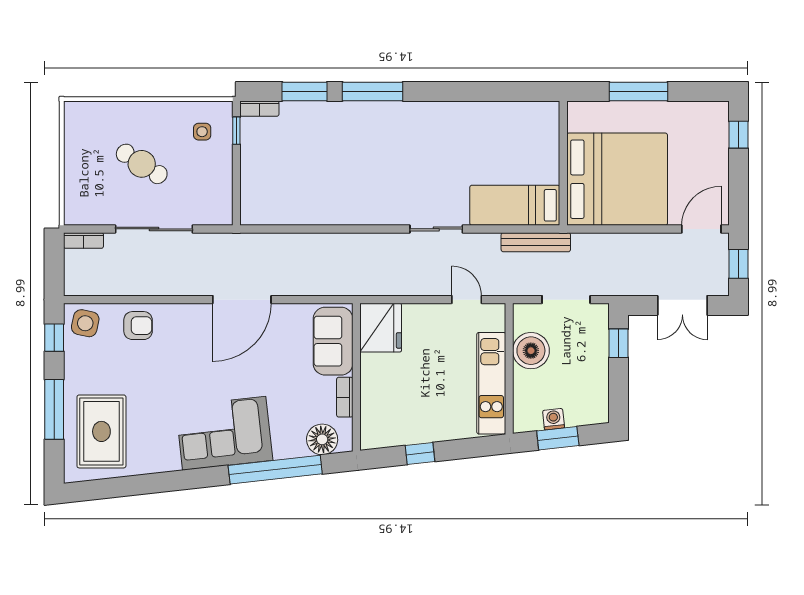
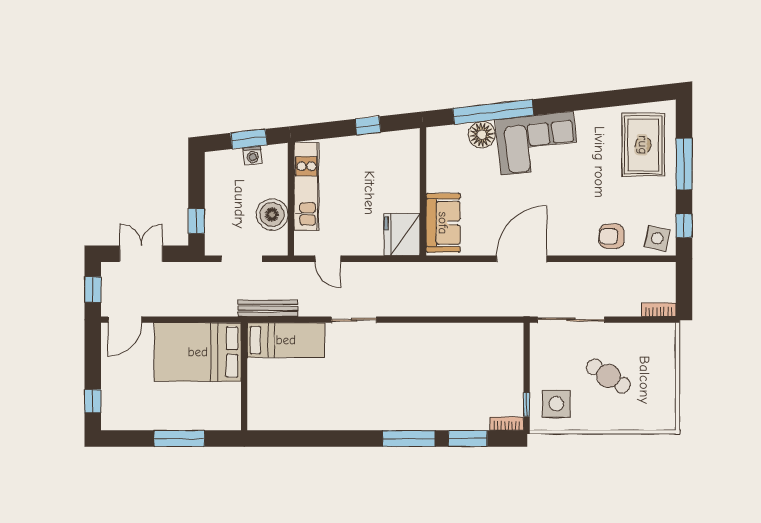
side table: (202, 132) -> (556, 404), width x1.87, depth x1.87
bed: (617, 179) -> (198, 352), width x0.73
sliding door: (154, 229) -> (571, 320), moved
bookcase: (345, 397) -> (433, 174), removed
floor lamp: (322, 439) -> (482, 135), moved

